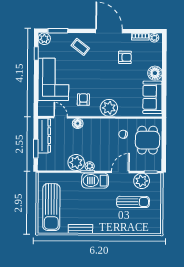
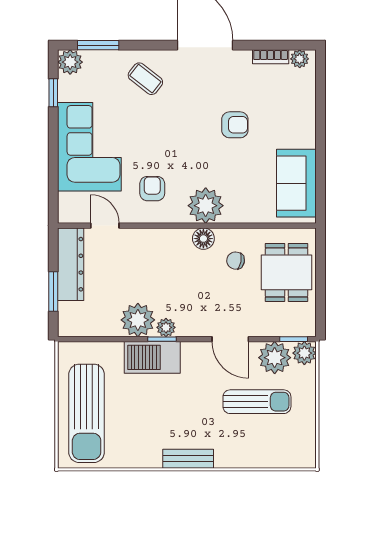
armchair: (125, 57) -> (235, 125), moved
floor lamp: (155, 73) -> (301, 132), removed
floor lamp: (78, 123) -> (203, 239), moved
door: (120, 172) -> (230, 339), swing flipped
plant: (156, 179) -> (304, 353), added
barbecue: (95, 181) -> (152, 357), moved
bench: (80, 229) -> (188, 459), moved

